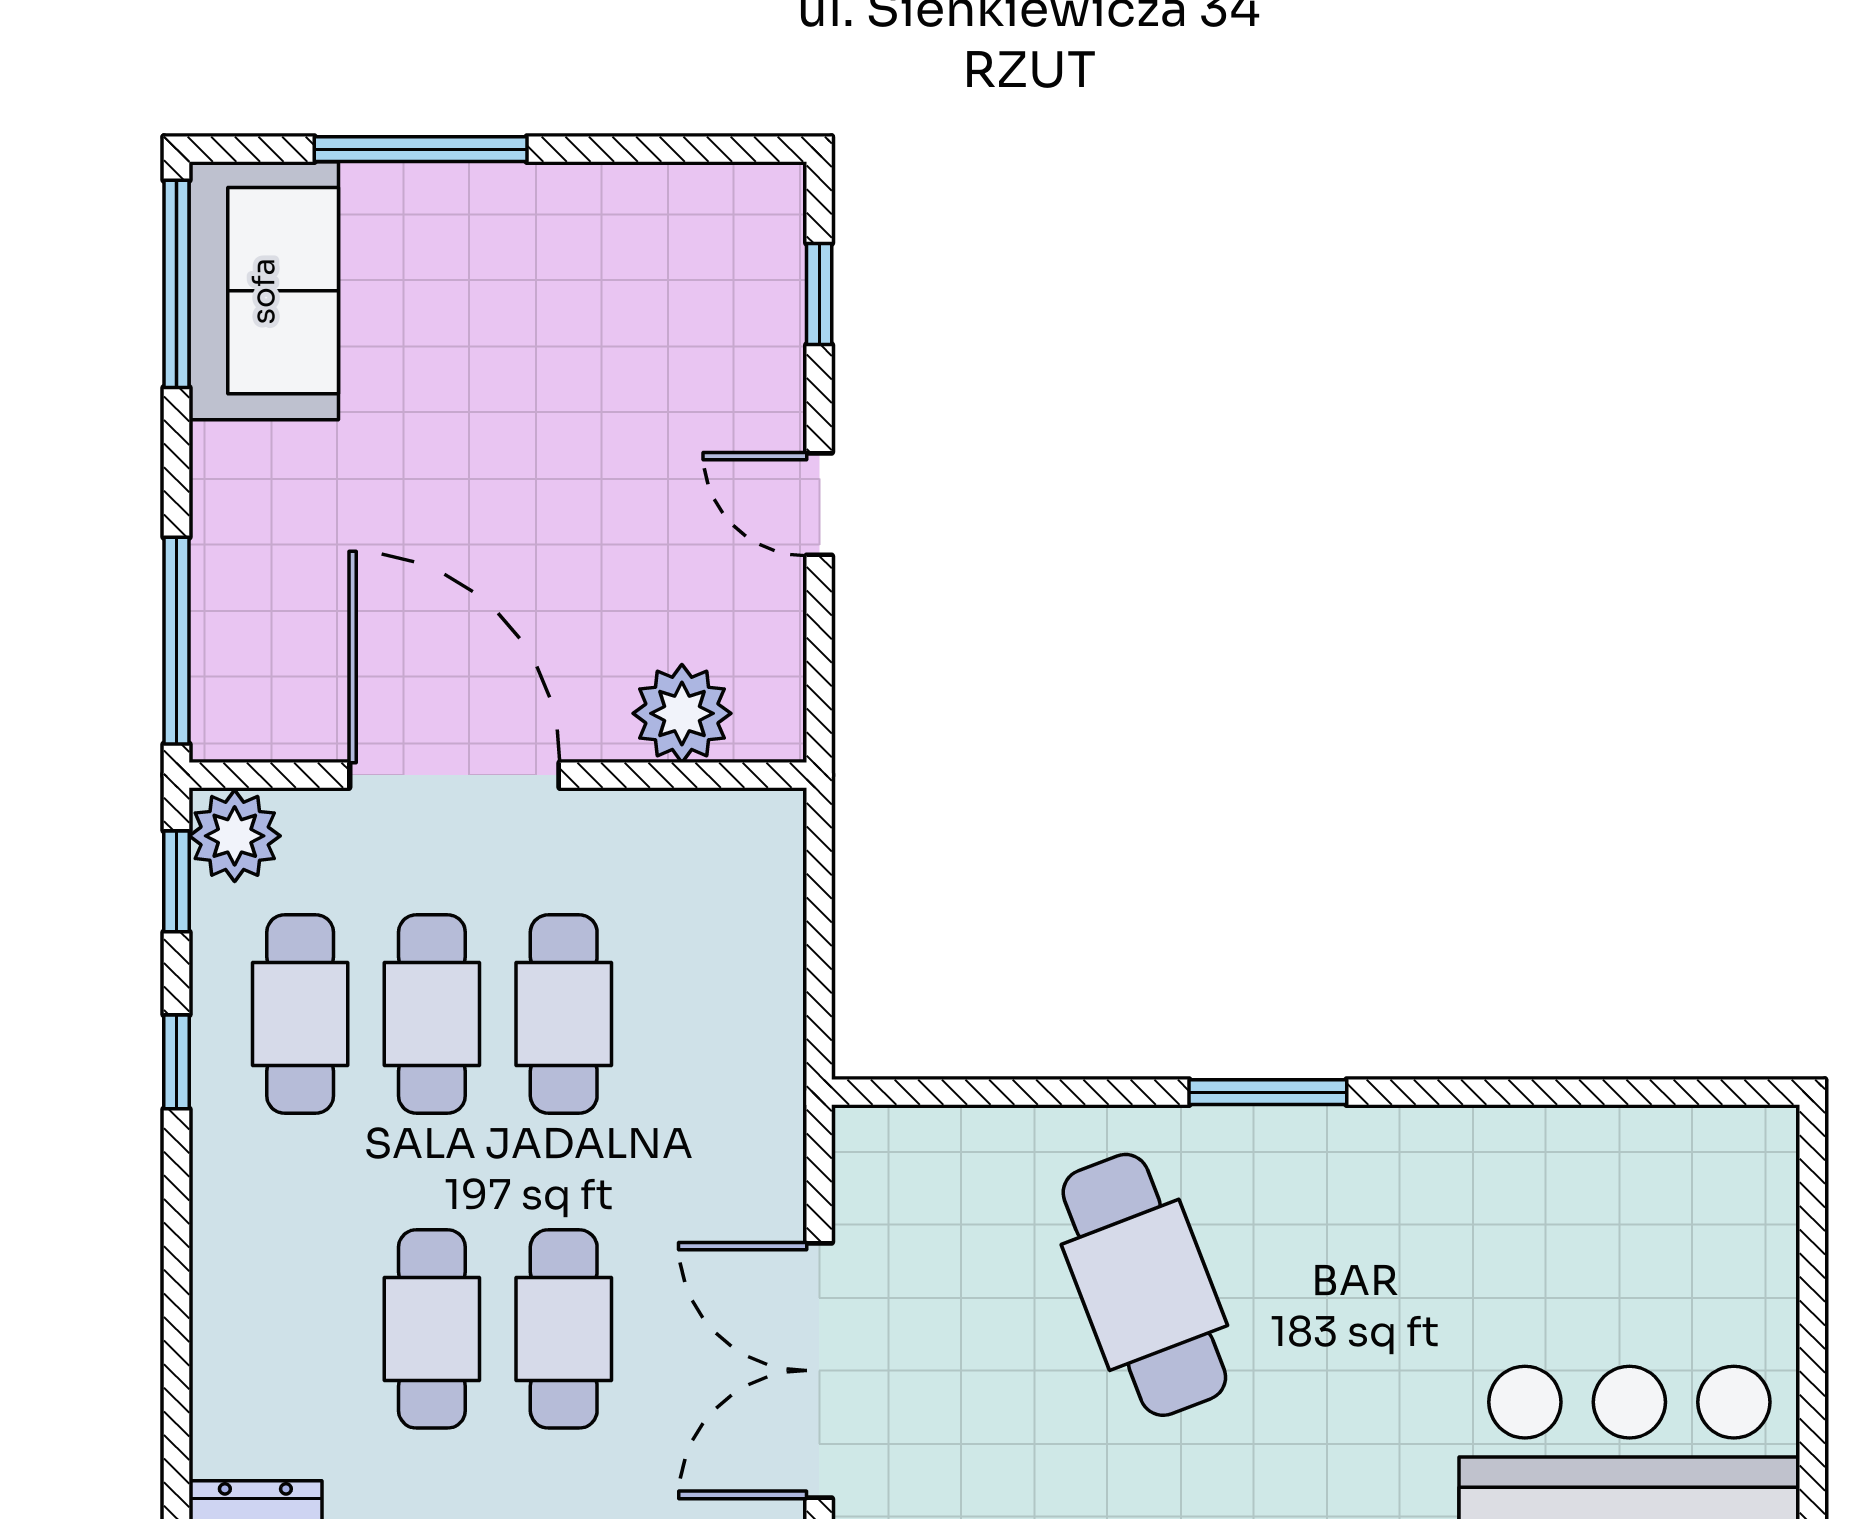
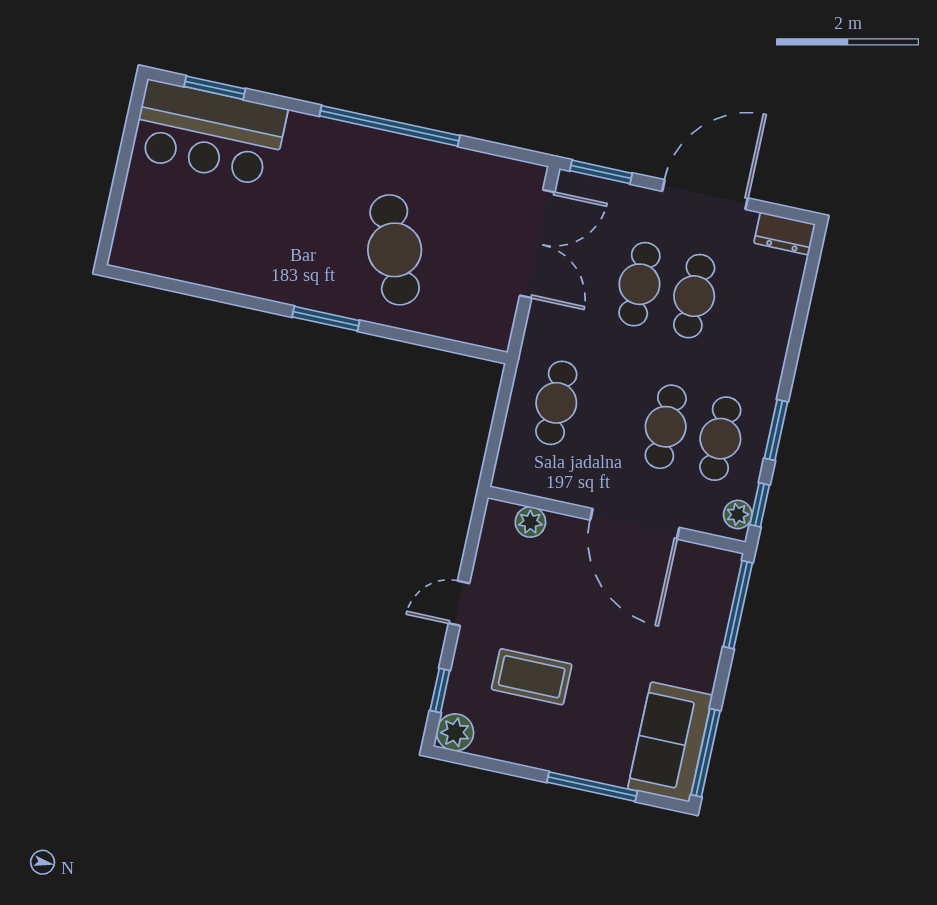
plant: (763, 205) -> (455, 732), added
coffee table: (615, 371) -> (532, 677), added
door: (819, 504) -> (459, 603), swing flipped
plant: (682, 713) -> (530, 522), width x0.73, depth x0.73
plant: (235, 836) -> (738, 514), width x0.73, depth x0.73
cafe table: (564, 1014) -> (556, 403), moved
window: (176, 1062) -> (776, 430), width x1.50

